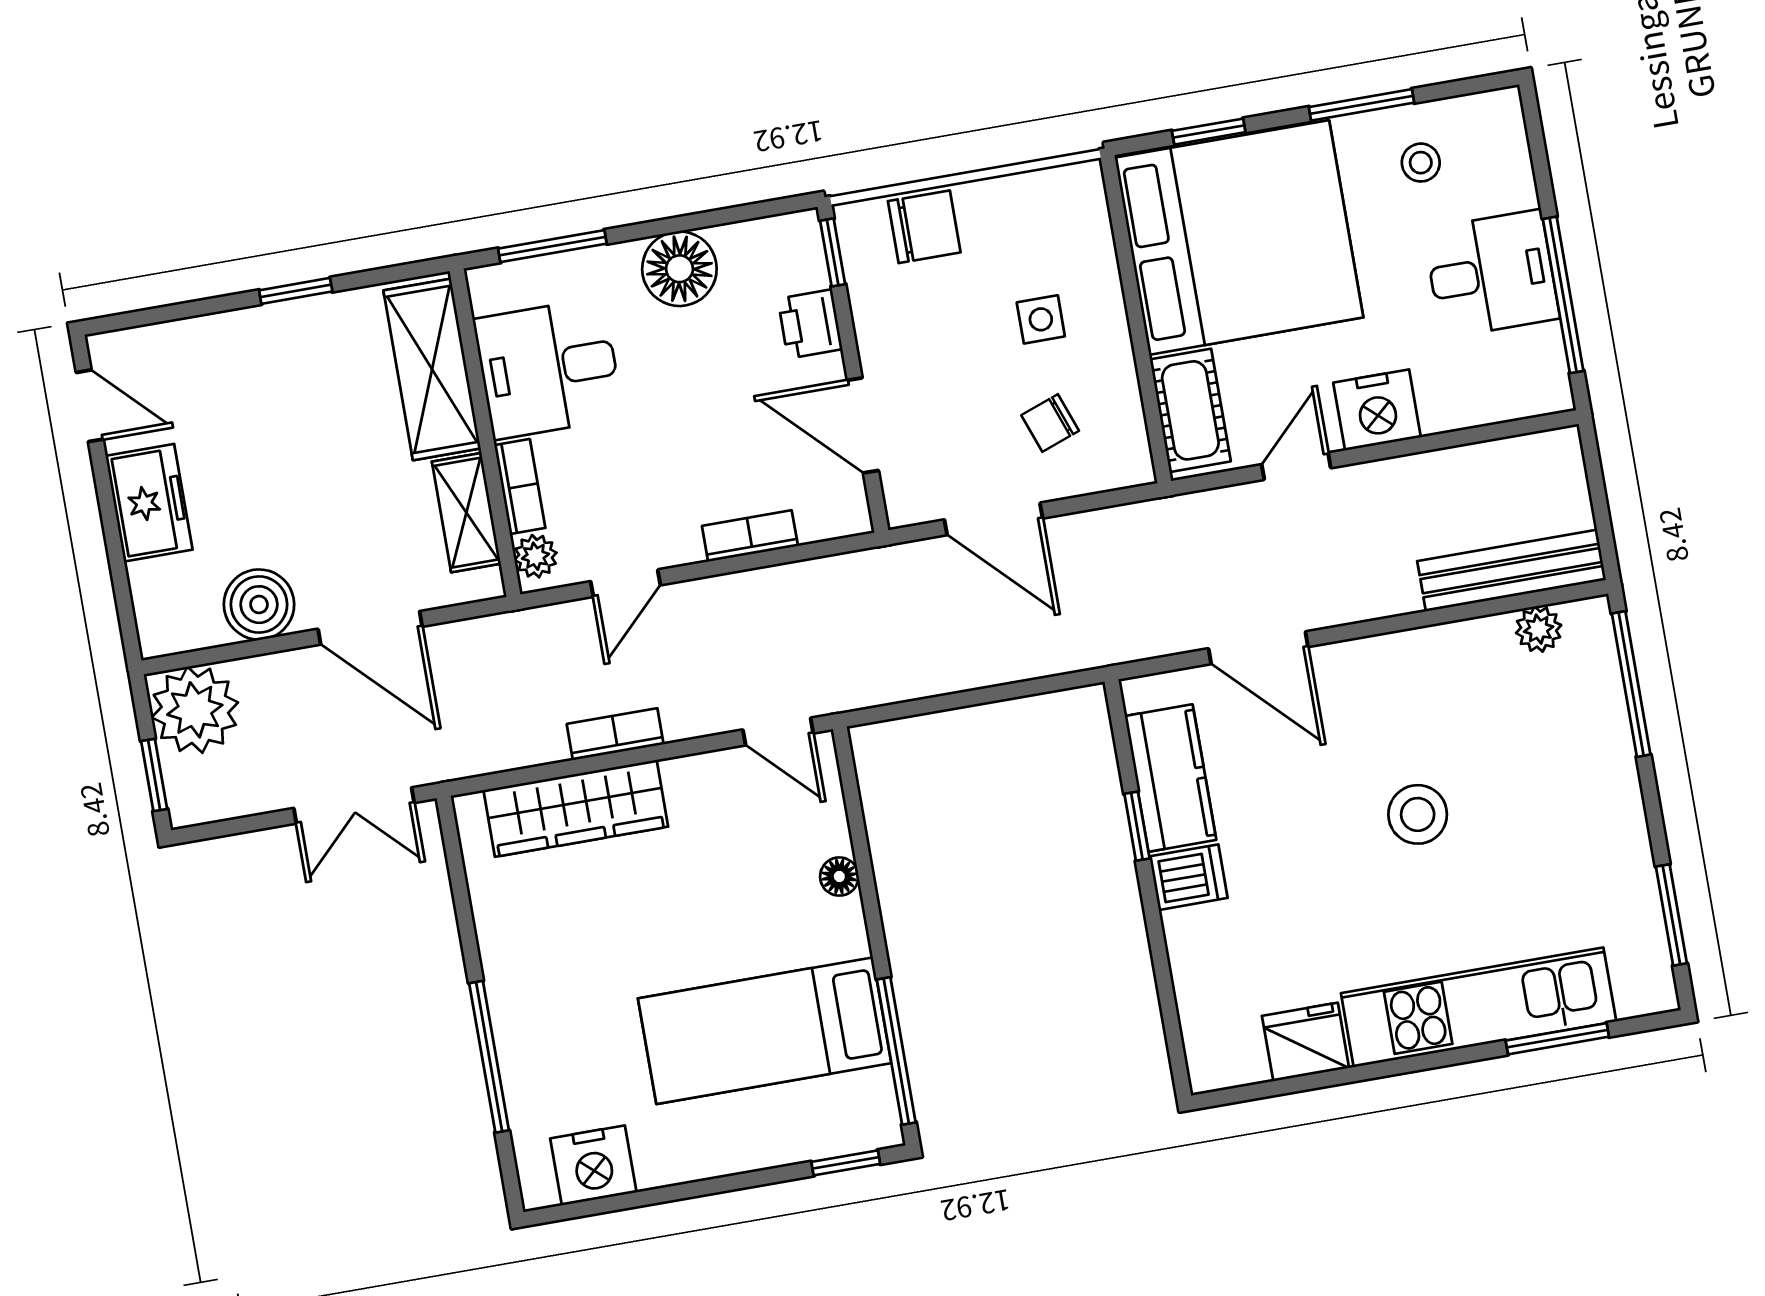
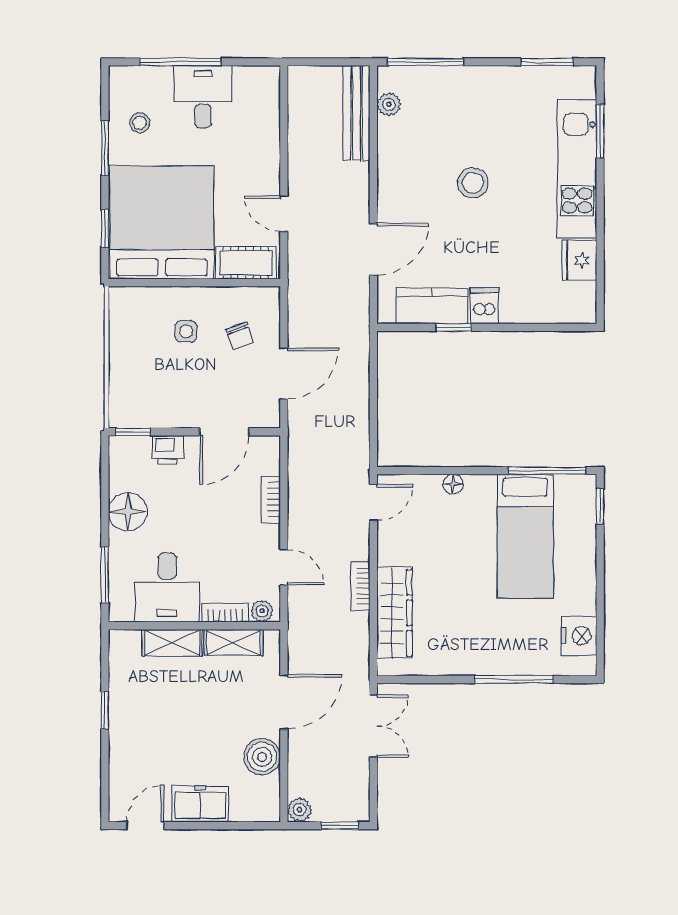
chair: (924, 227) -> (128, 383), removed
window: (1563, 295) -> (180, 62), moved
shelving: (432, 369) -> (172, 643), width x0.67, depth x0.75
nightstand: (1377, 410) -> (262, 167), removed
plant: (195, 710) -> (300, 810), width x0.53, depth x0.53

